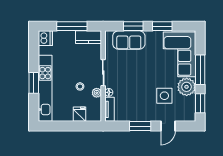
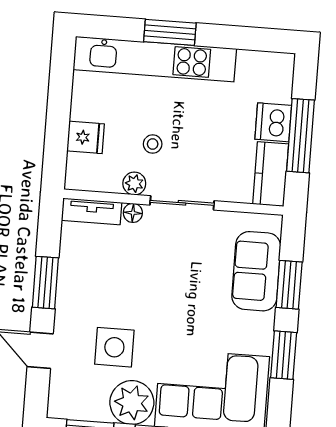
dishwasher: (45, 38) -> (273, 122), moved, turned 90

